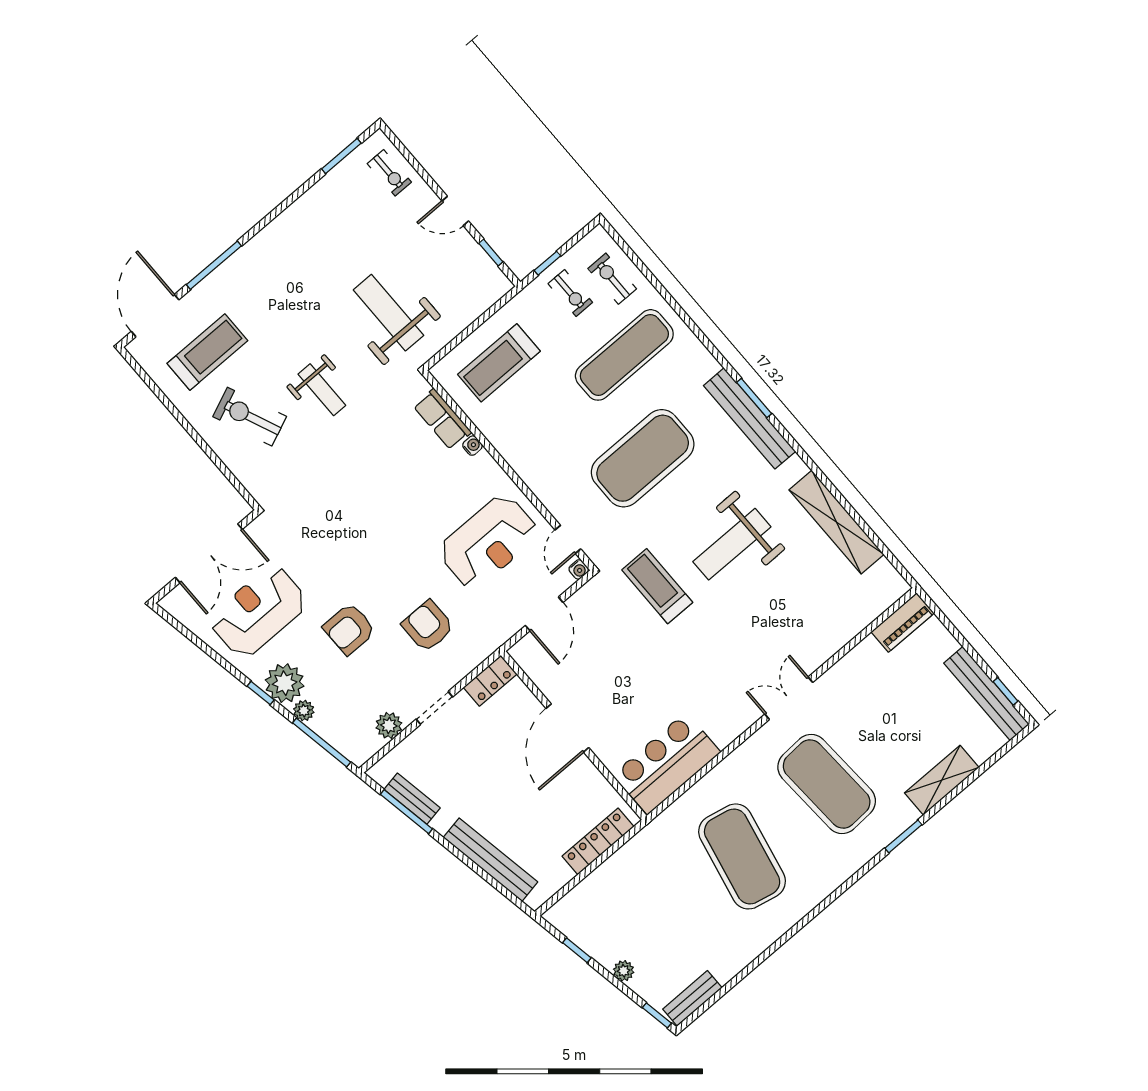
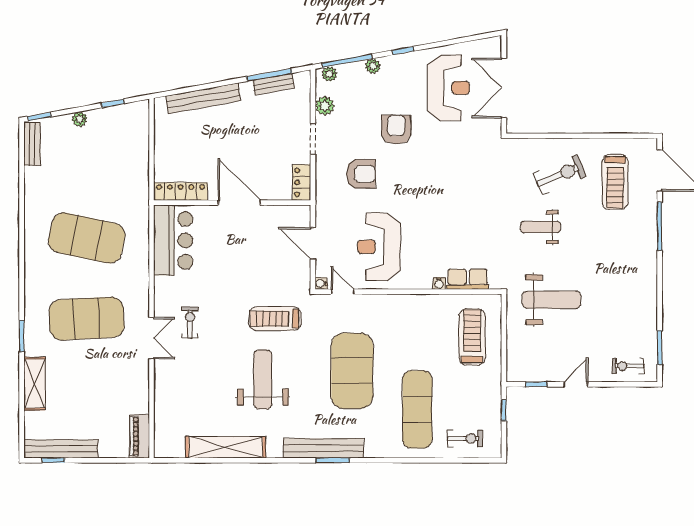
exercise bike: (570, 293) -> (190, 323), moved, turned 90
treadmill: (657, 586) -> (275, 319), turned 180
plant: (285, 683) -> (329, 74), moved, width x0.53, depth x0.53
locker: (598, 841) -> (181, 191), moved, turned -90

